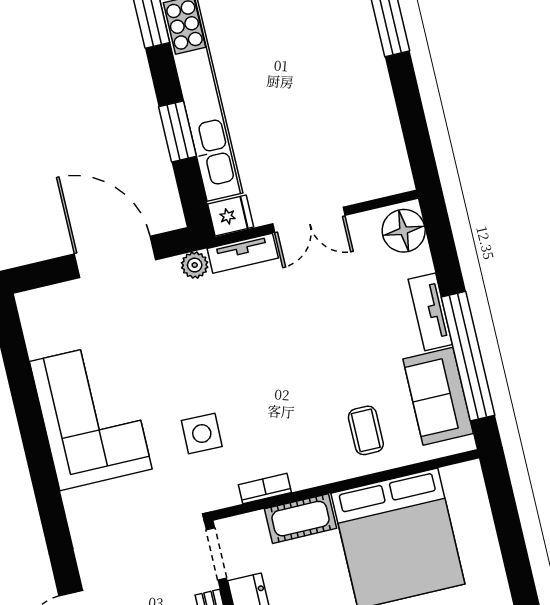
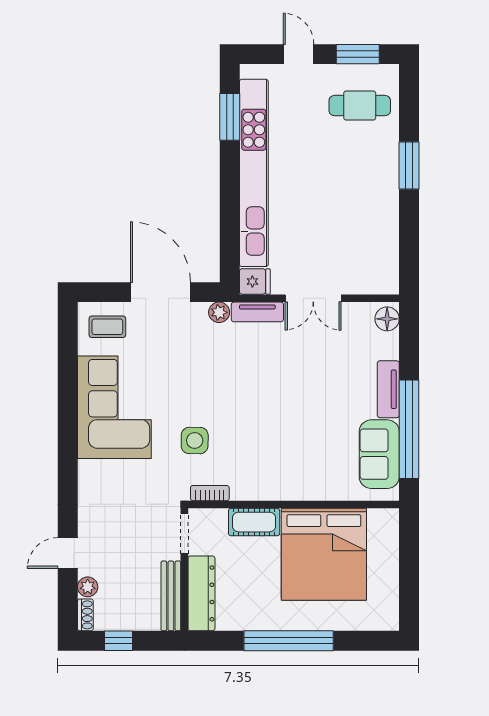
window: (178, 131) -> (230, 209), removed
floor lamp: (404, 231) -> (387, 319), width x0.73, depth x0.73
coffee table: (366, 430) -> (107, 327), moved, turned 90
bookcase: (265, 489) -> (210, 493), moved

